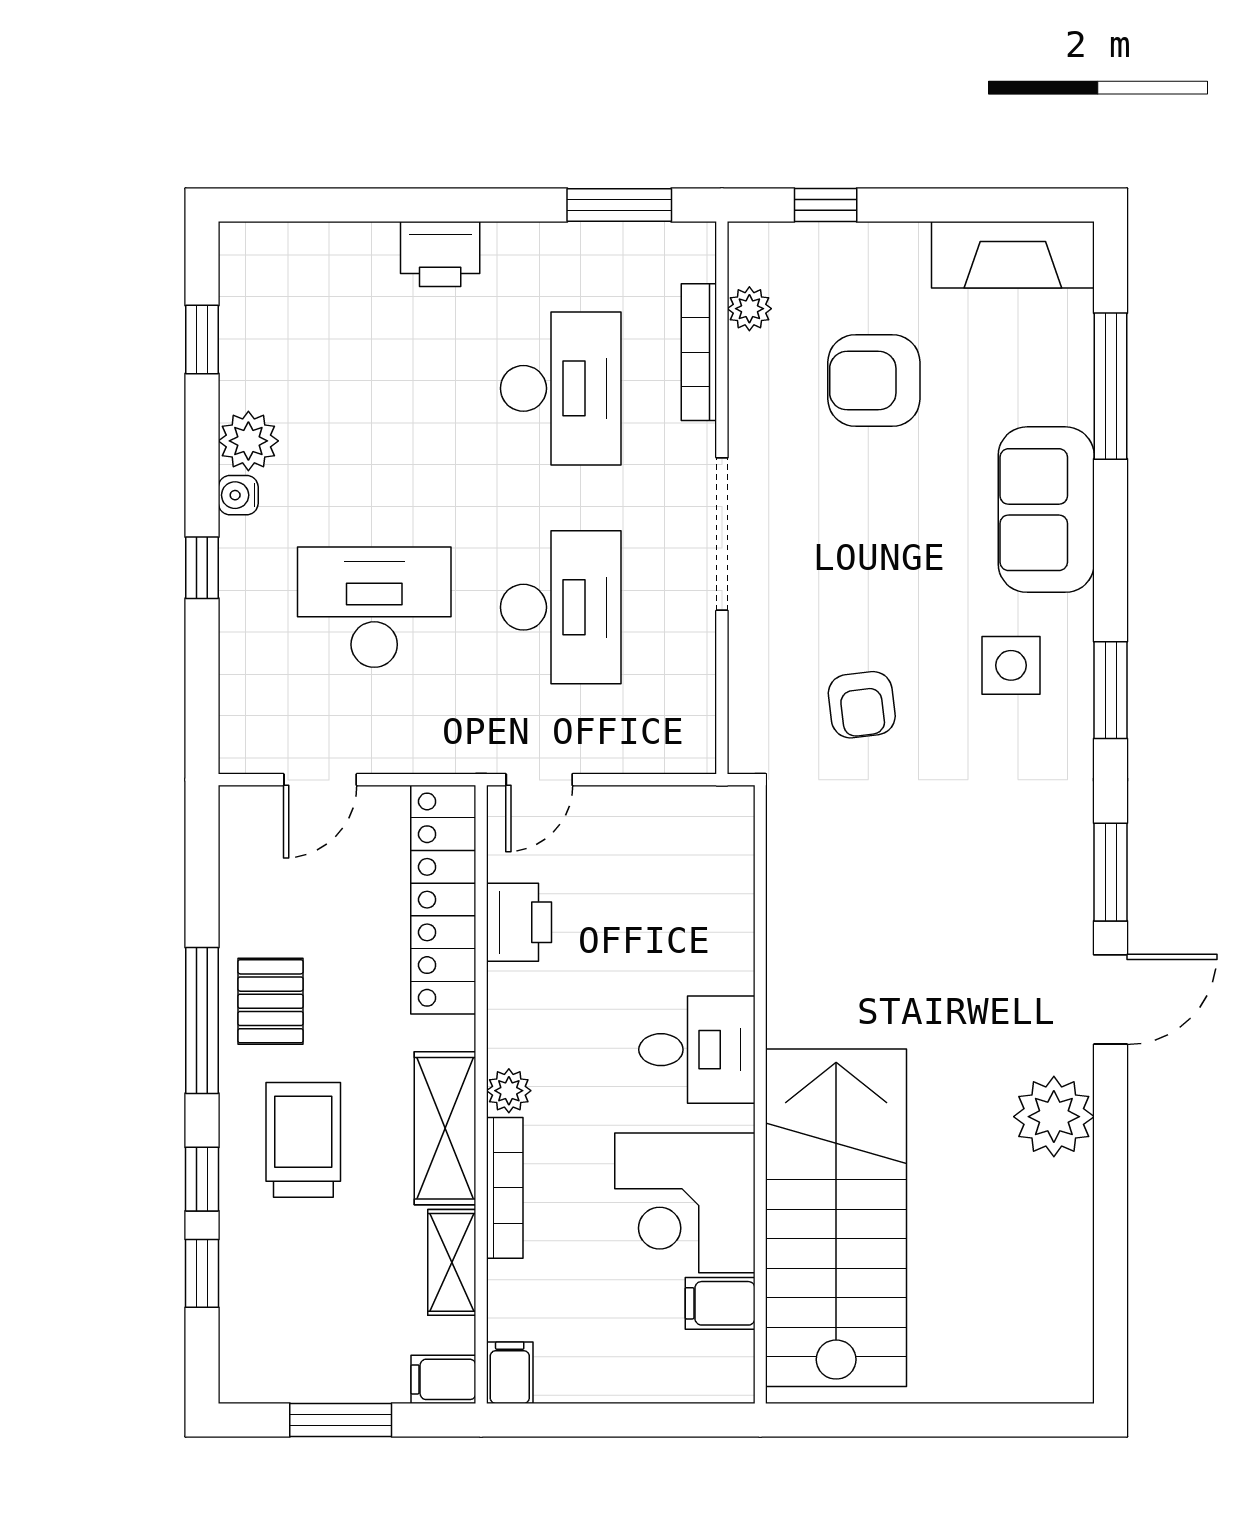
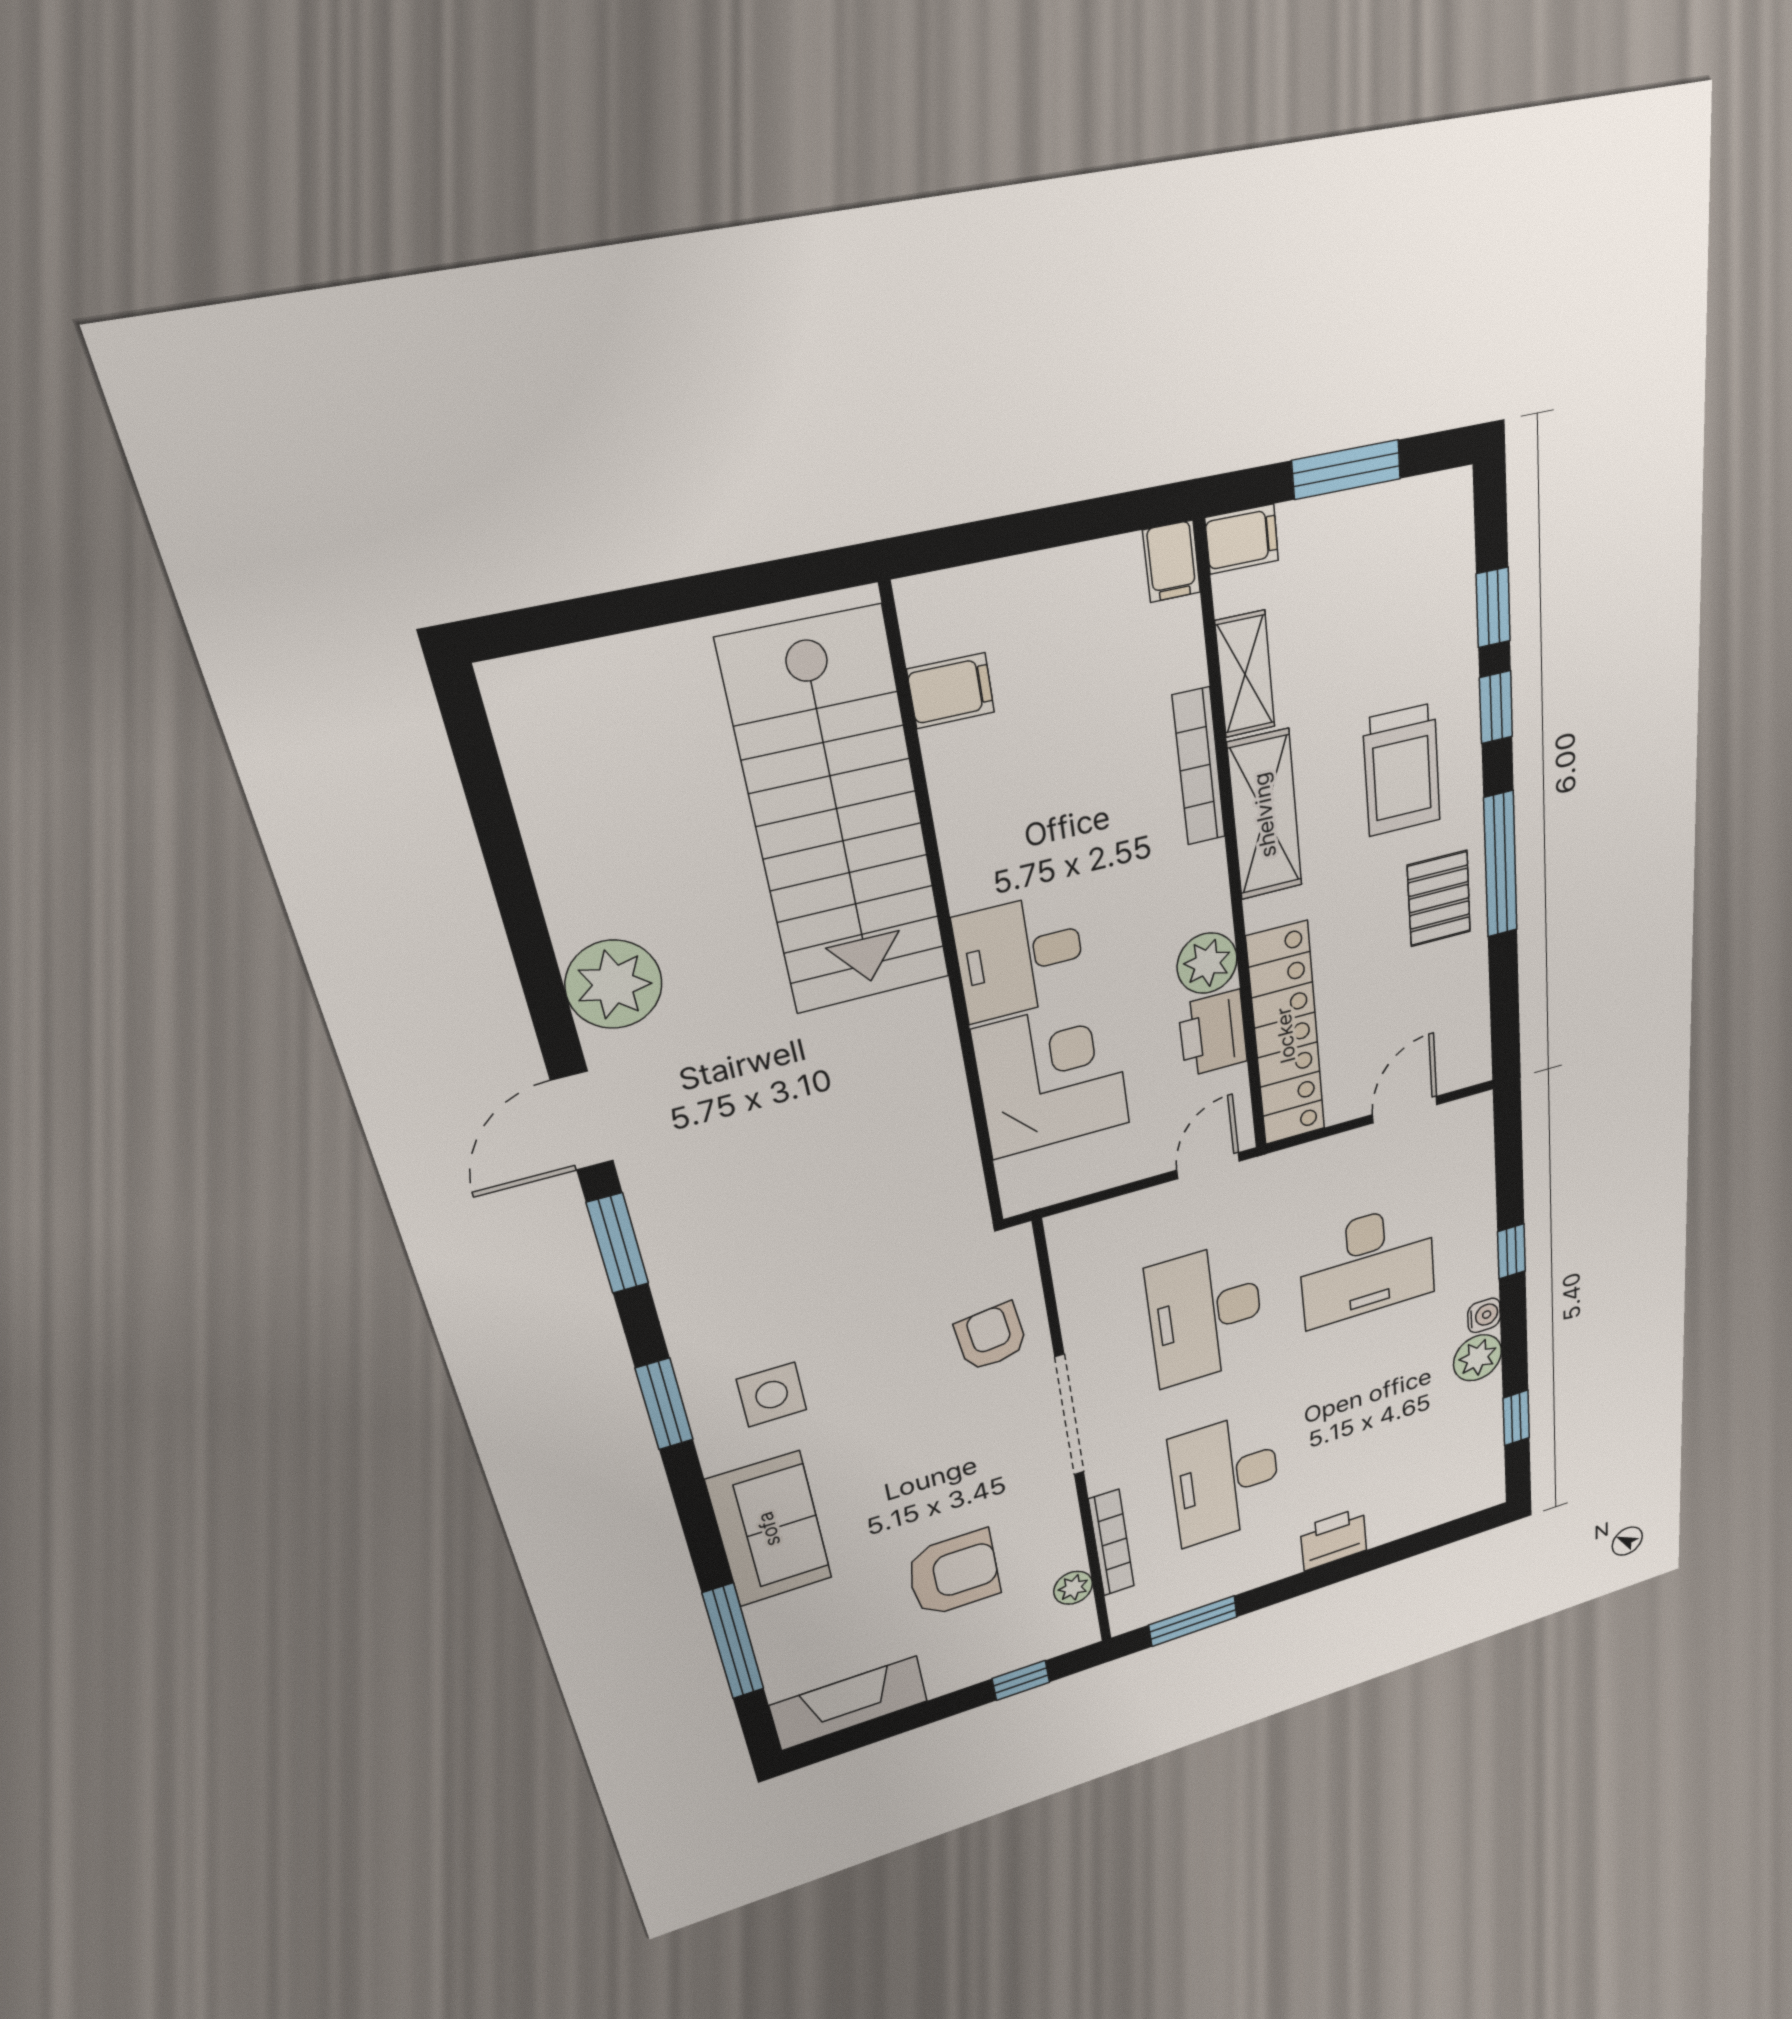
armchair: (862, 705) -> (991, 1337), moved
plant: (509, 1091) -> (1207, 963), moved, width x1.38, depth x1.38
corner desk: (685, 1203) -> (1052, 1077), moved

